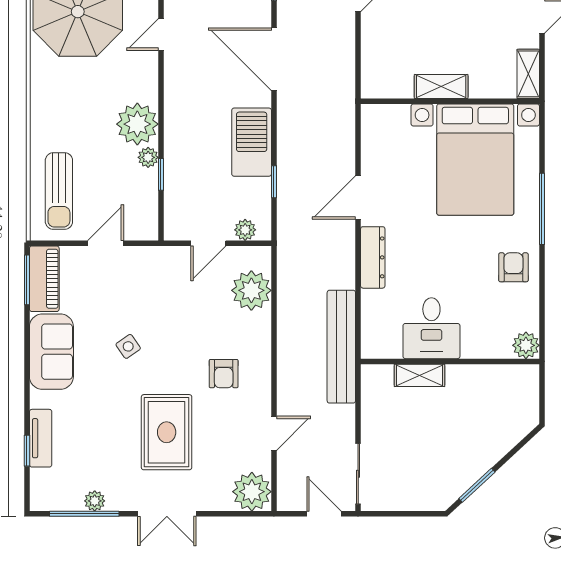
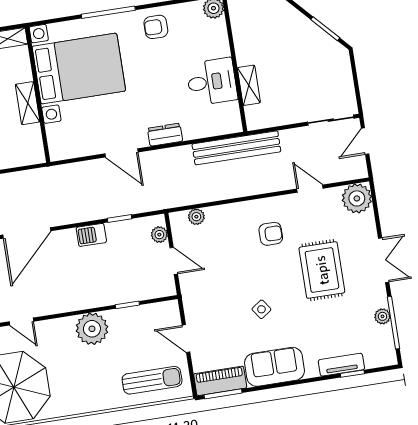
barbecue: (252, 142) -> (91, 235), width x0.53, depth x0.65
plant: (148, 157) -> (116, 317), removed
dresser: (373, 257) -> (165, 135), width x0.70
plant: (251, 290) -> (196, 217), width x0.53, depth x0.53
rug: (167, 432) -> (322, 270), turned 90

